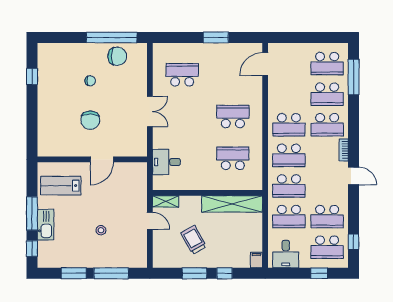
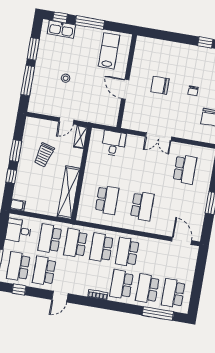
door: (354, 176) -> (60, 297), moved
kitchen sink: (46, 225) -> (61, 29), moved
trolley: (194, 240) -> (44, 155), turned 134

